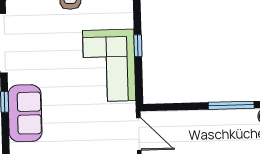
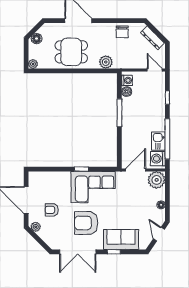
armchair: (50, 56) -> (86, 223), added

